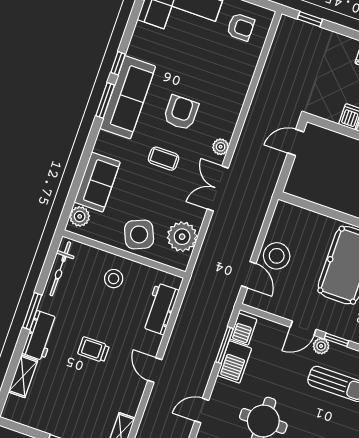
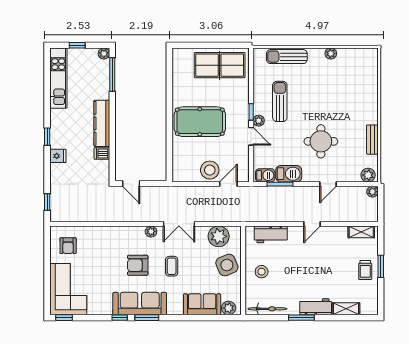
armchair: (241, 27) -> (68, 246), turned 180
trolley: (93, 350) -> (365, 270), moved
door: (202, 411) -> (328, 184), hinge flipped

